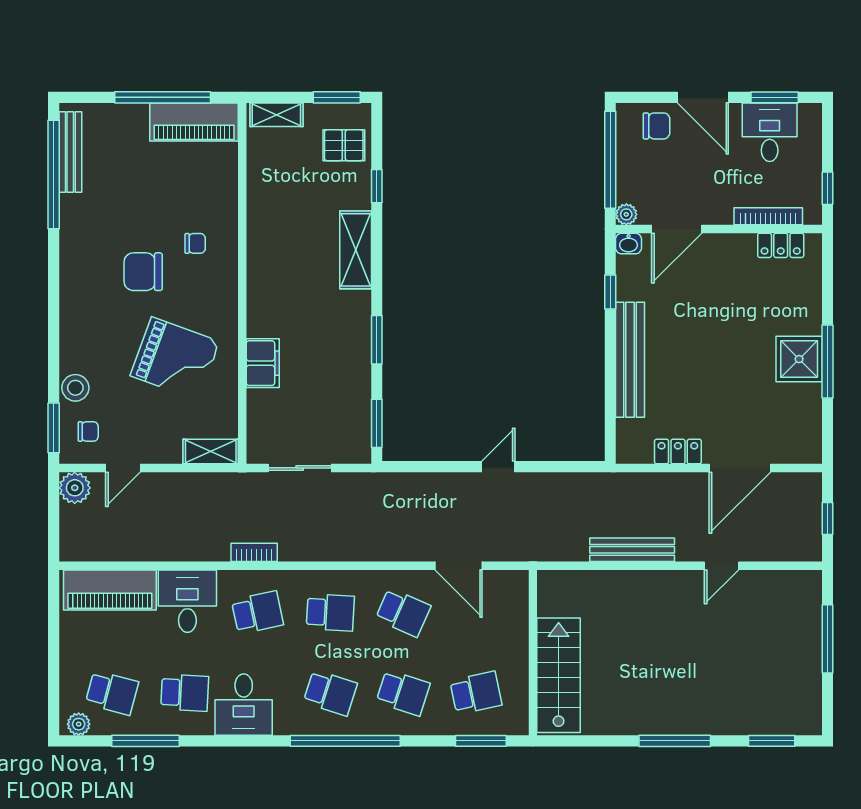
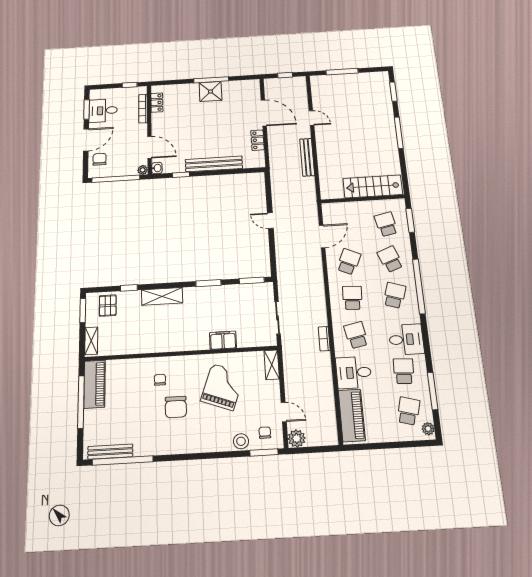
school desk: (403, 693) -> (390, 259), turned -39

